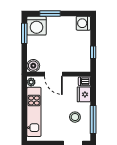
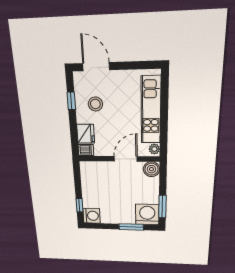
window: (93, 52) -> (79, 205), moved
door: (53, 74) -> (126, 159), hinge flipped
window: (93, 120) -> (71, 101), width x0.46

